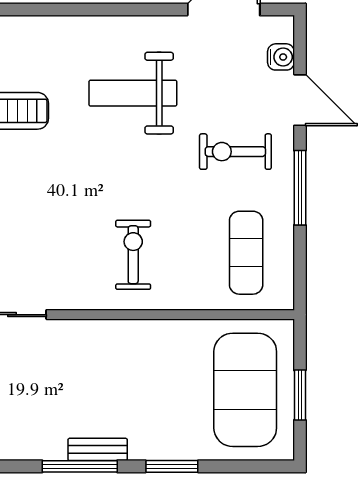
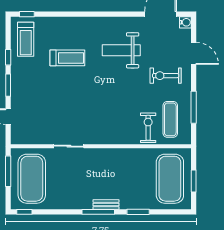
water cooler: (281, 57) -> (185, 22), moved
window: (300, 188) -> (194, 107), moved
exercise bike: (133, 255) -> (148, 128), moved

